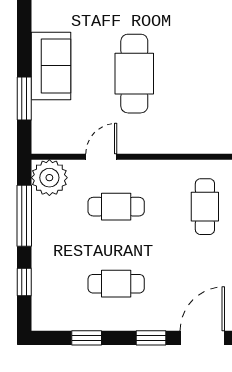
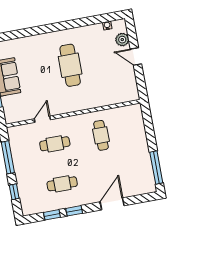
cafe table: (134, 74) -> (70, 65), moved
plant: (49, 178) -> (17, 135), removed
window: (151, 338) -> (74, 211), moved

